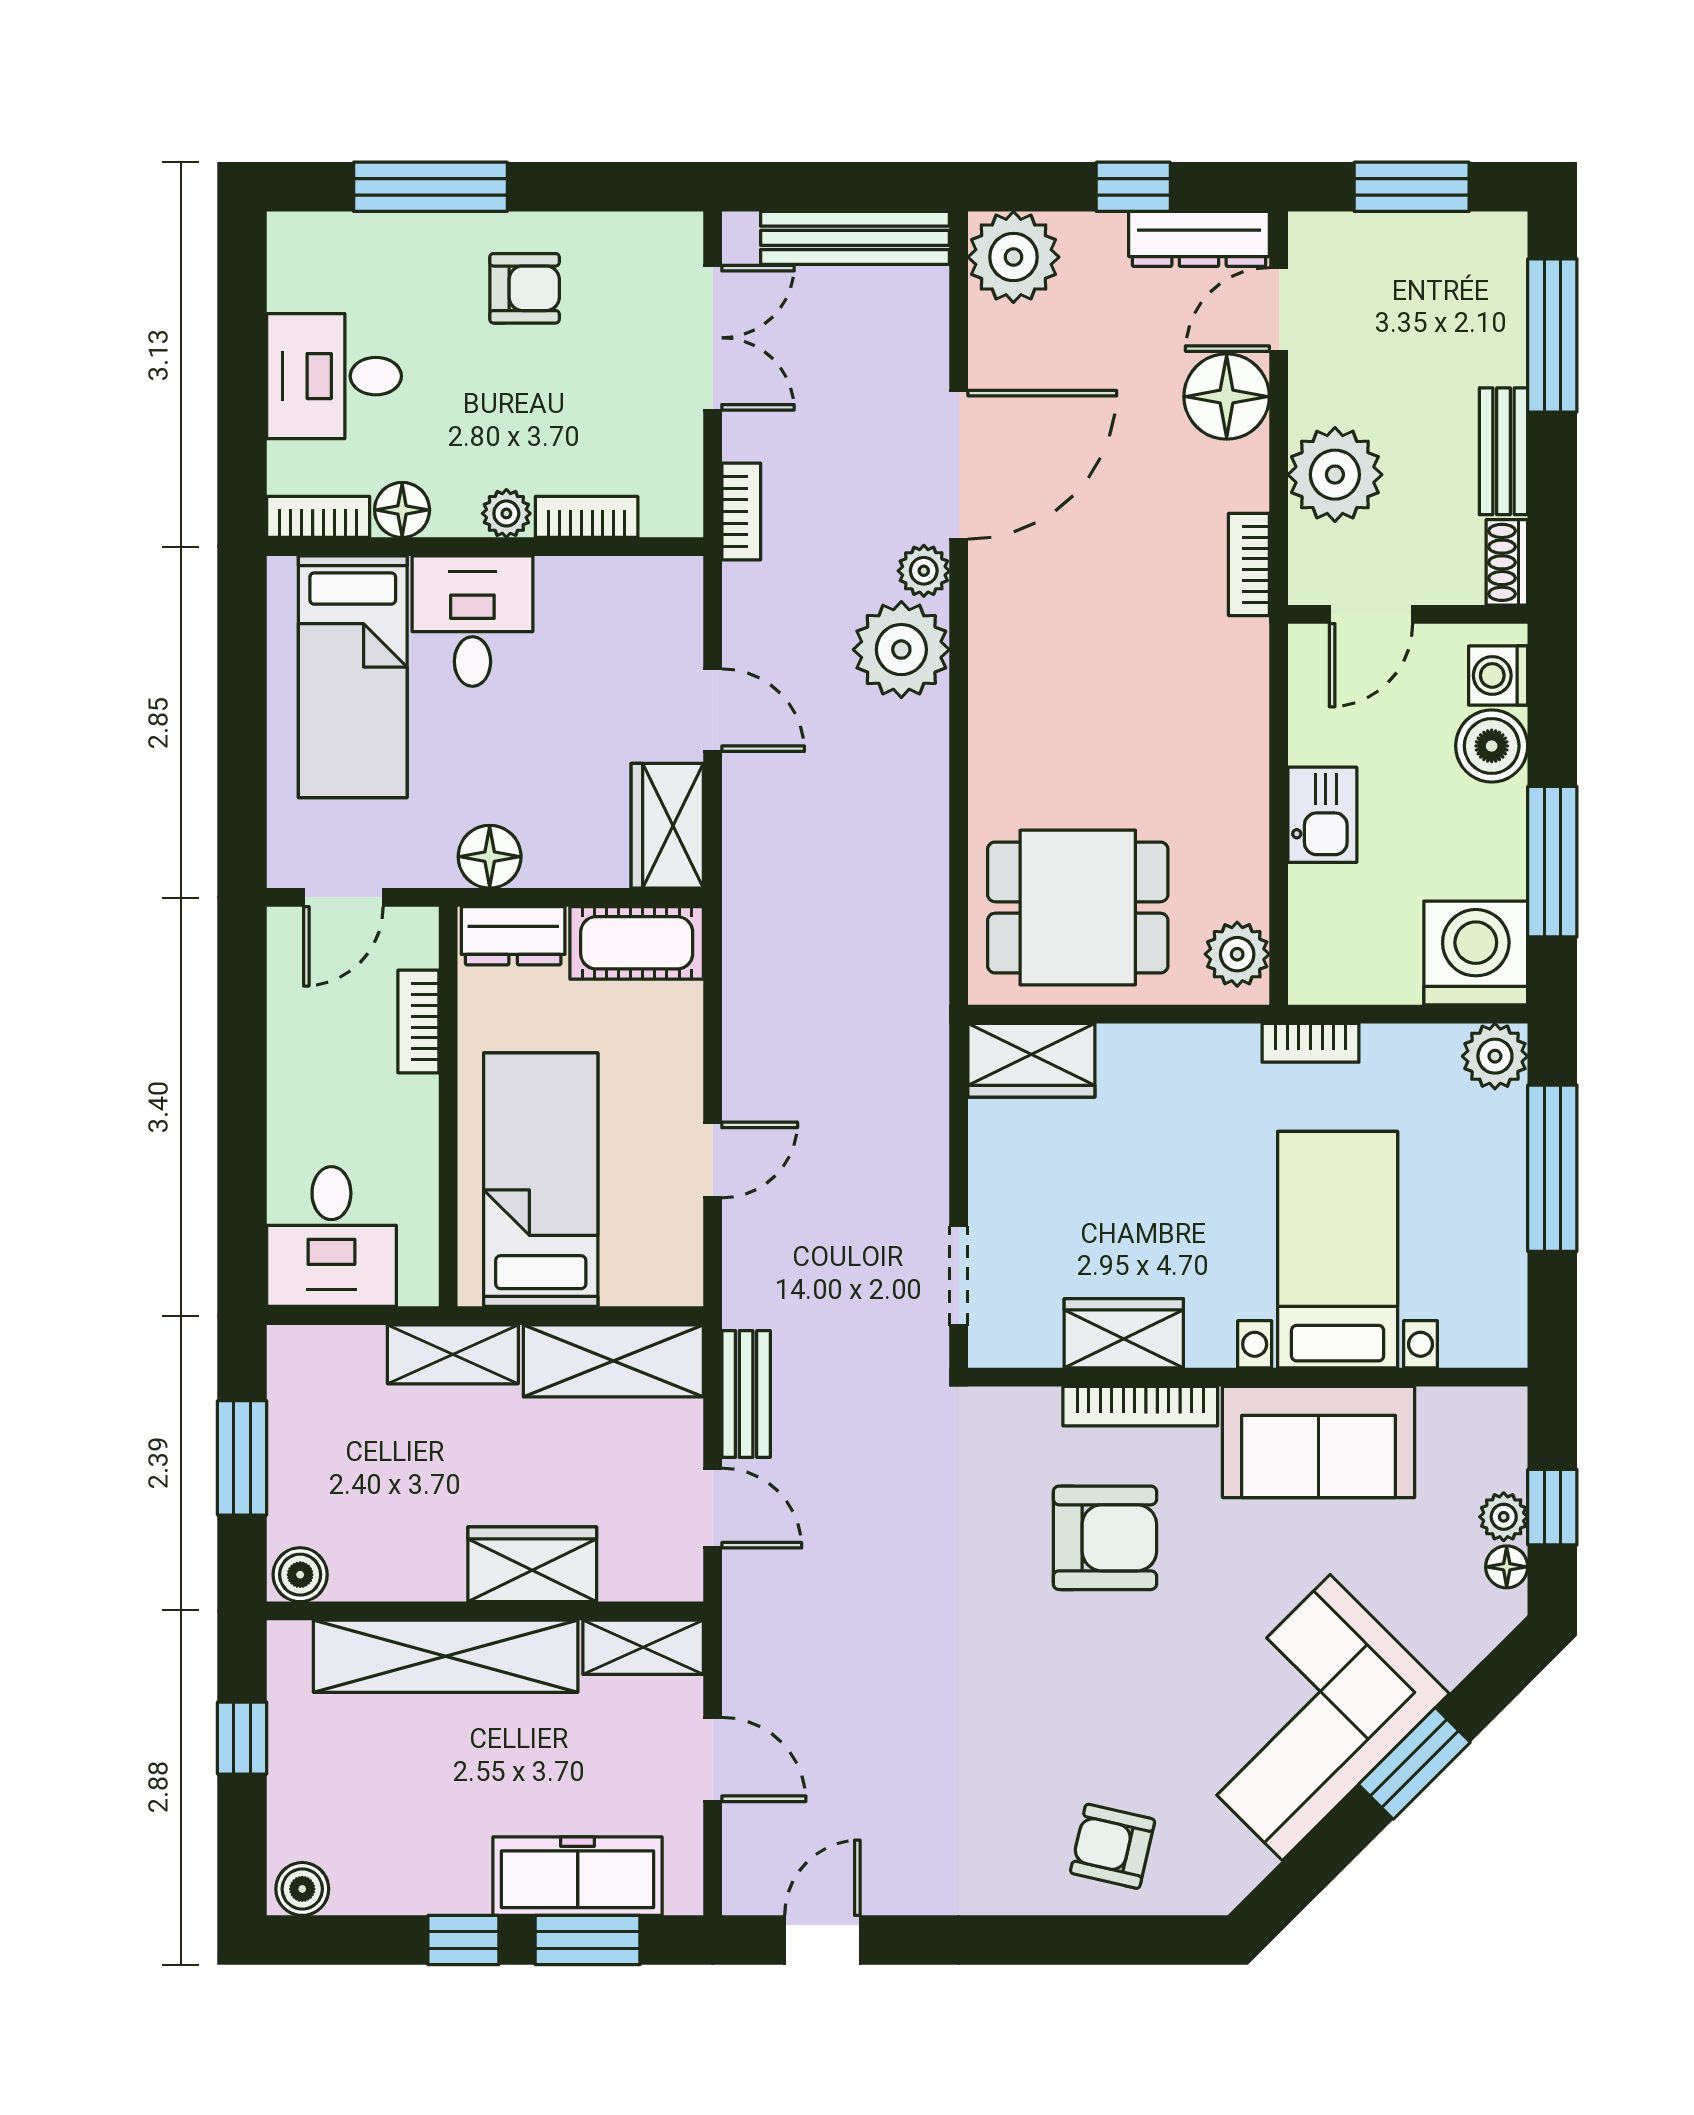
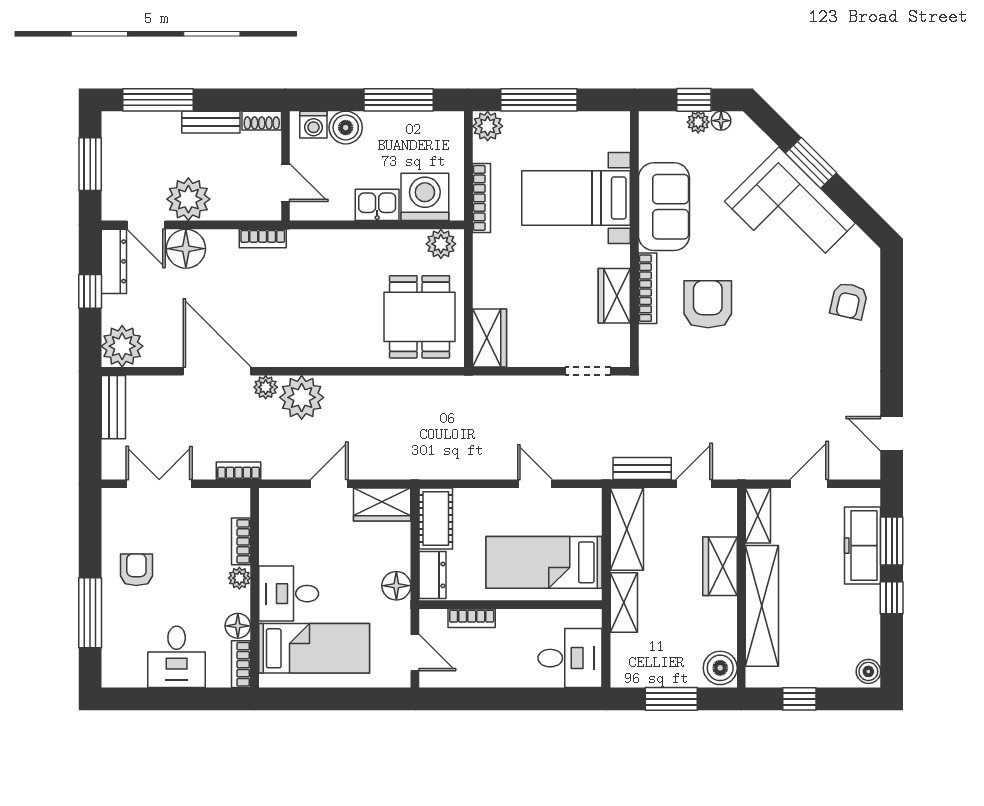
bench: (855, 238) -> (113, 407), width x0.73
plant: (1335, 475) -> (188, 199), moved
washing machine: (1476, 953) -> (425, 197), moved, turned 90
bookcase: (1310, 1043) -> (481, 198), width x1.56
boiler: (300, 1575) -> (720, 668), width x1.36, depth x1.36

